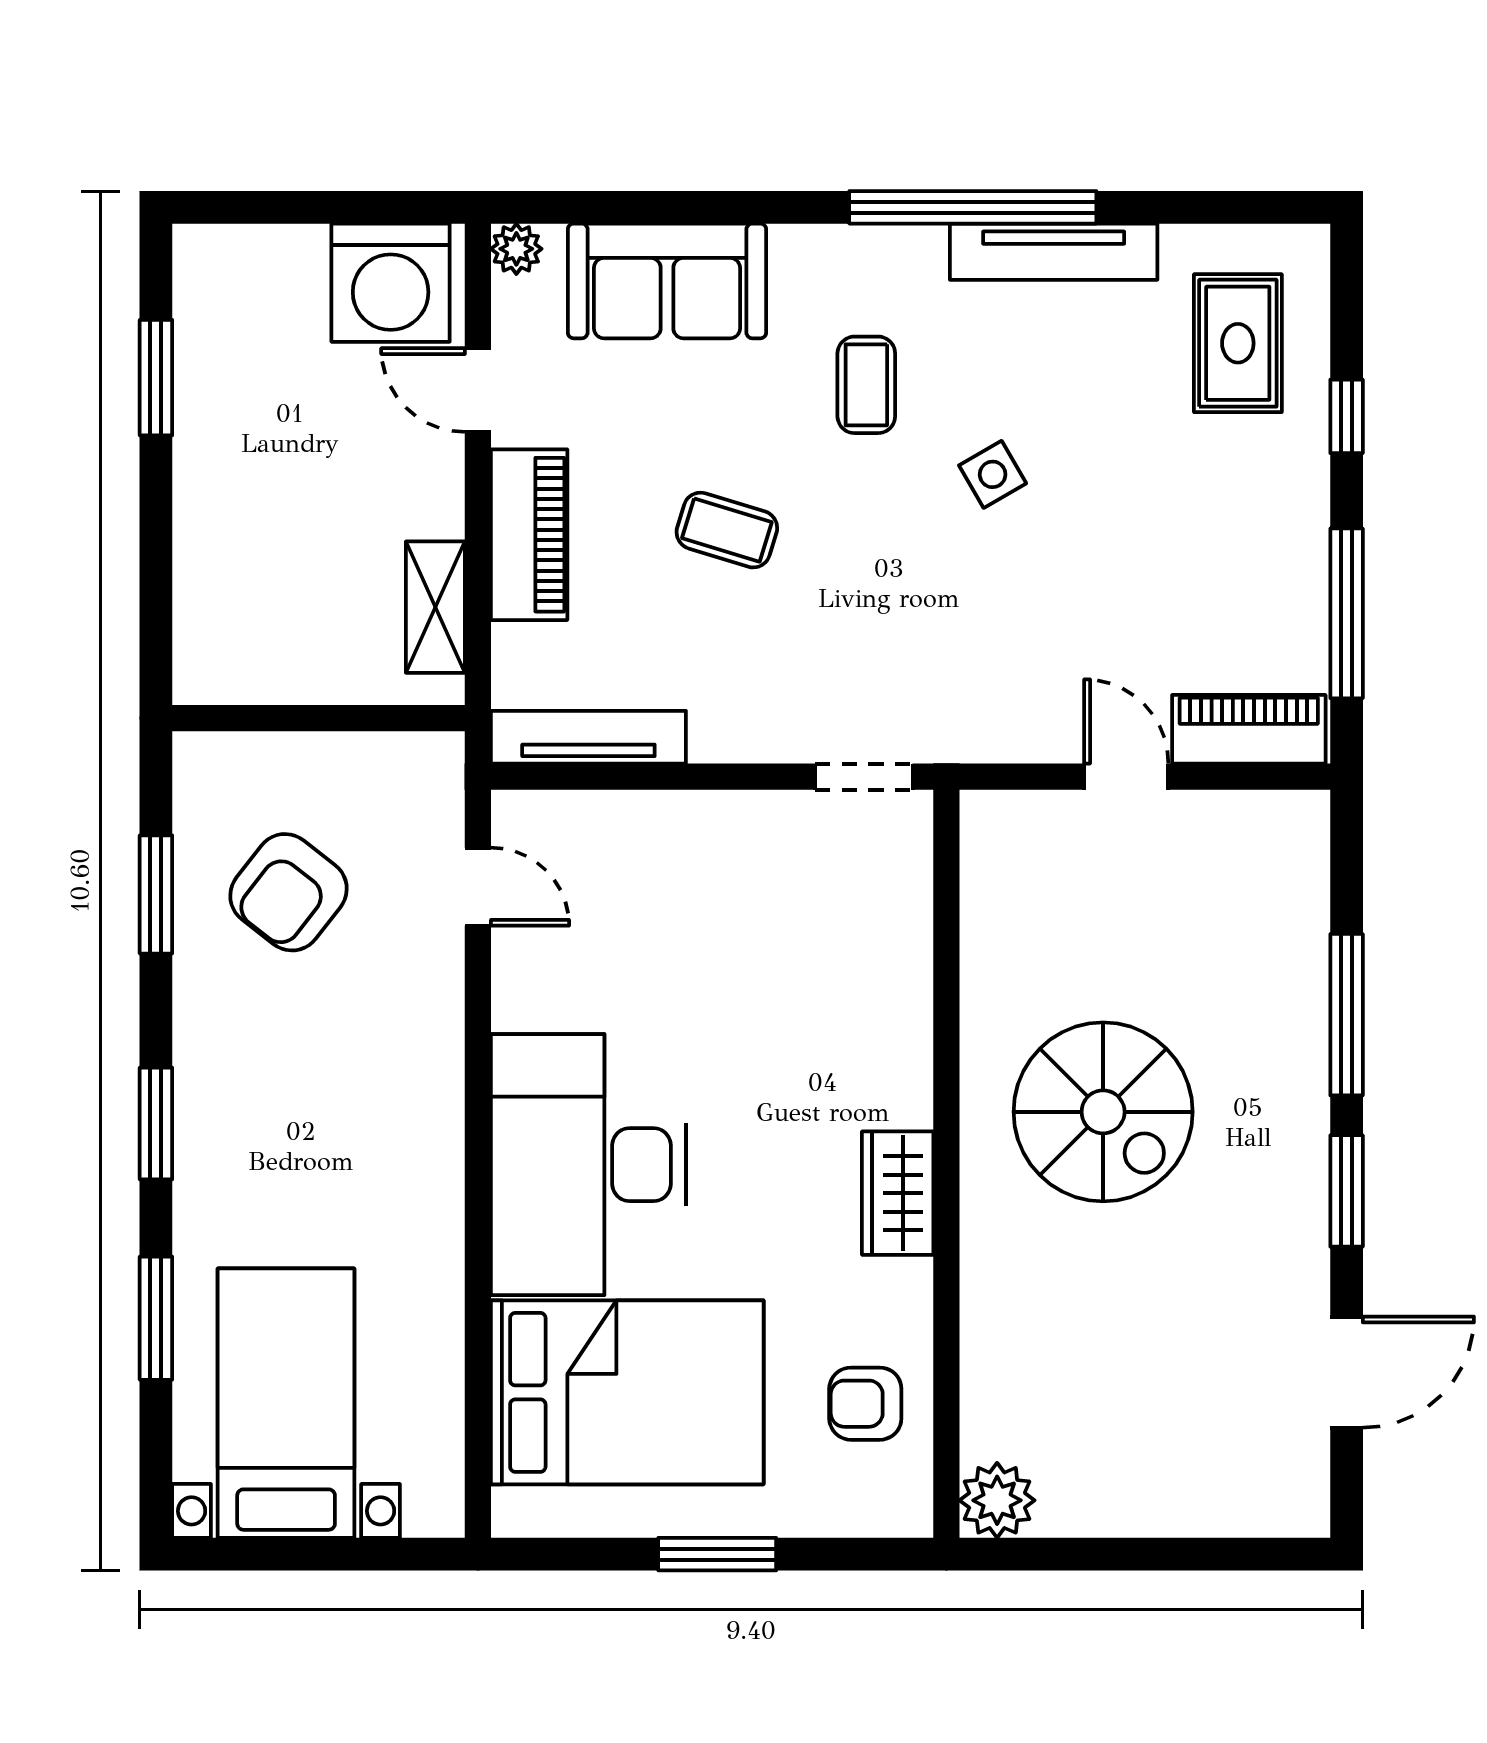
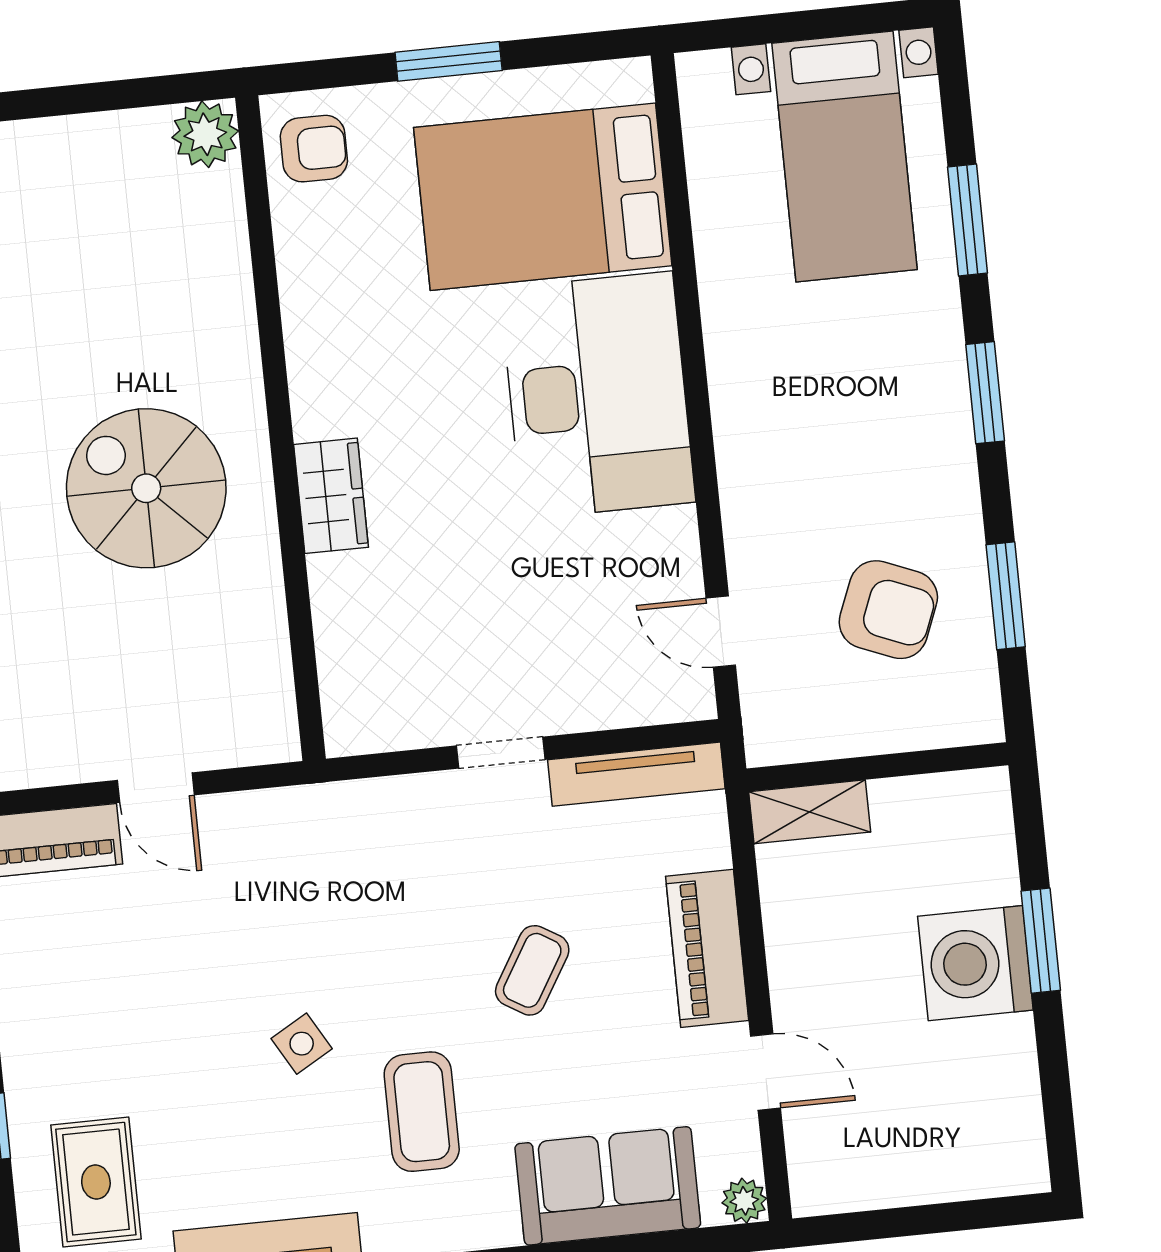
washing machine: (391, 283) -> (975, 963), moved, turned -90
window: (156, 378) -> (1041, 941), moved
coffee table: (866, 385) -> (422, 1112), width x1.36, depth x1.30
coffee table: (727, 530) -> (532, 970), turned -76
shelving: (435, 607) -> (810, 812), moved, turned 90
doorway: (864, 777) -> (501, 753), moved
armchair: (288, 892) -> (888, 610), turned 74
wardrobe: (898, 1193) -> (331, 496), moved
armchair: (865, 1404) -> (314, 149), moved

